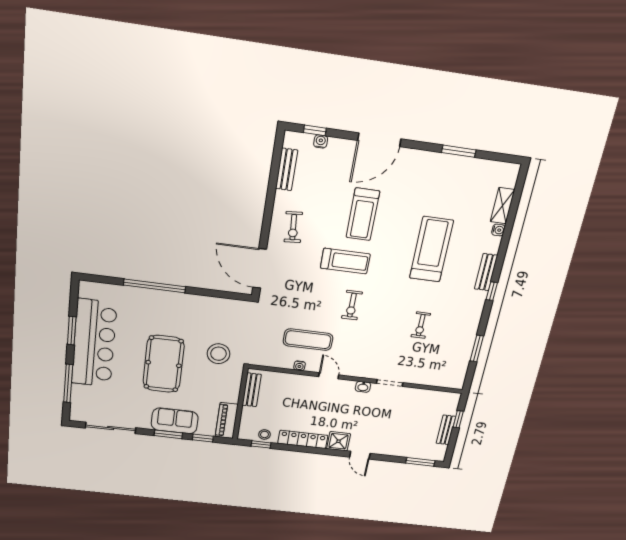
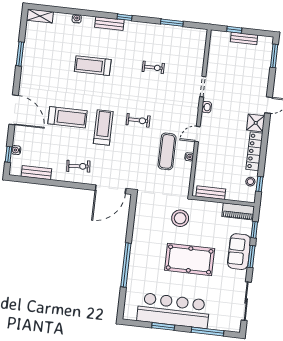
shelving: (502, 206) -> (40, 16), moved
treadmill: (431, 249) -> (93, 66), width x0.73, depth x0.73

